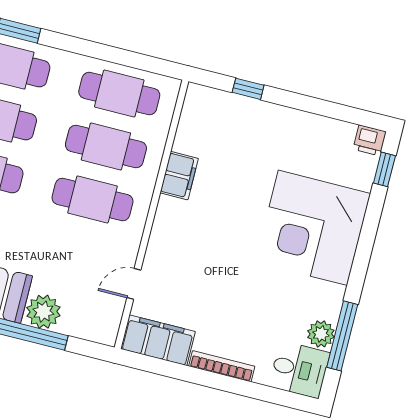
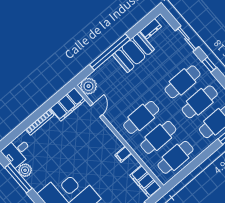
filing cabinet: (196, 116) -> (145, 181), added
filing cabinet: (179, 176) -> (123, 154), width x0.50
plant: (43, 312) -> (88, 86), moved

